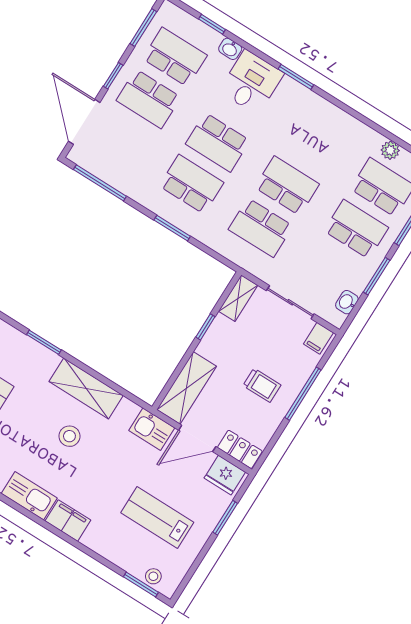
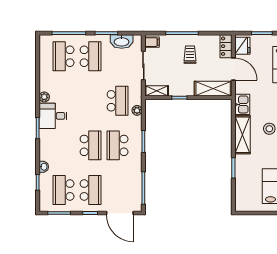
desk: (251, 82) -> (53, 116), moved
door: (84, 122) -> (120, 213), hinge flipped
plant: (390, 150) -> (44, 97), moved
school desk: (287, 186) -> (91, 101), removed
school desk: (356, 229) -> (91, 56), turned 180
plant: (227, 249) -> (137, 110), added
washbasin: (347, 302) -> (122, 42), width x1.91, depth x1.45
kitchen sink: (152, 429) -> (242, 104), moved

